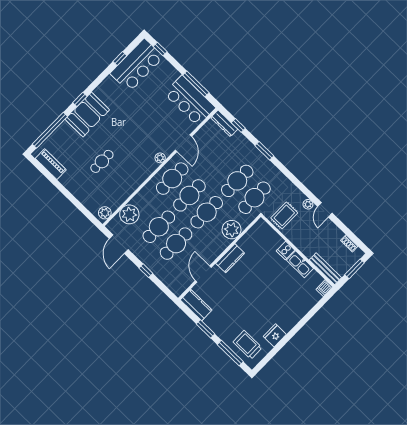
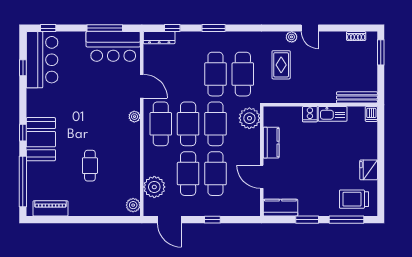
cooker: (286, 250) -> (310, 114), moved
wall: (298, 251) -> (320, 105), moved
kitchen sink: (300, 264) -> (333, 114), moved
bench: (325, 269) -> (357, 97), moved
dishwasher: (324, 288) -> (371, 114), moved

